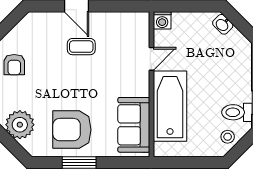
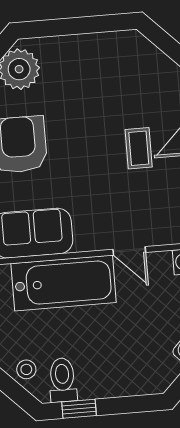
armchair: (14, 65) -> (105, 54), removed

